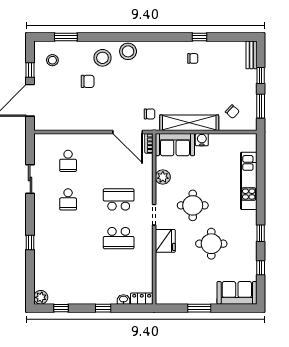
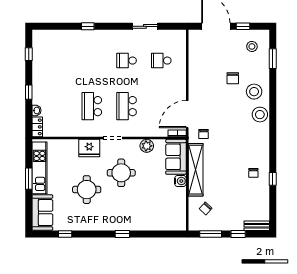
kitchen unit: (249, 181) -> (39, 168), moved, turned 90
school desk: (119, 199) -> (127, 106), turned 180
window: (261, 233) -> (122, 234), moved
plant: (41, 297) -> (38, 36), removed

